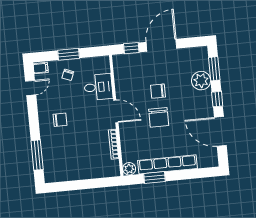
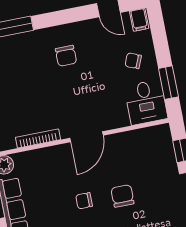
window: (69, 54) -> (168, 83), moved
desk: (98, 87) -> (146, 102), moved
chair: (159, 117) -> (84, 201), width x0.54, depth x0.54

